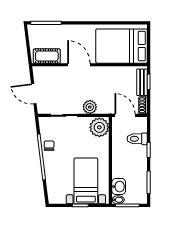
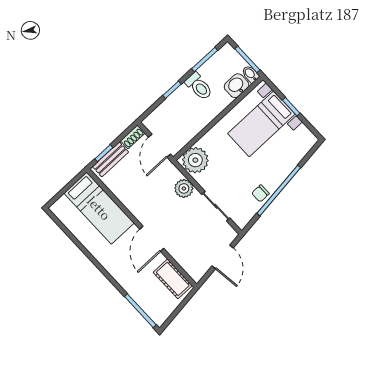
bed: (122, 46) -> (99, 208), width x0.67
toilet: (137, 139) -> (199, 86), moved

